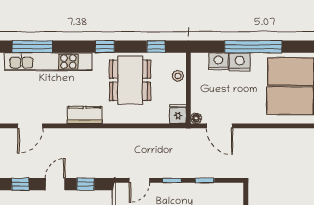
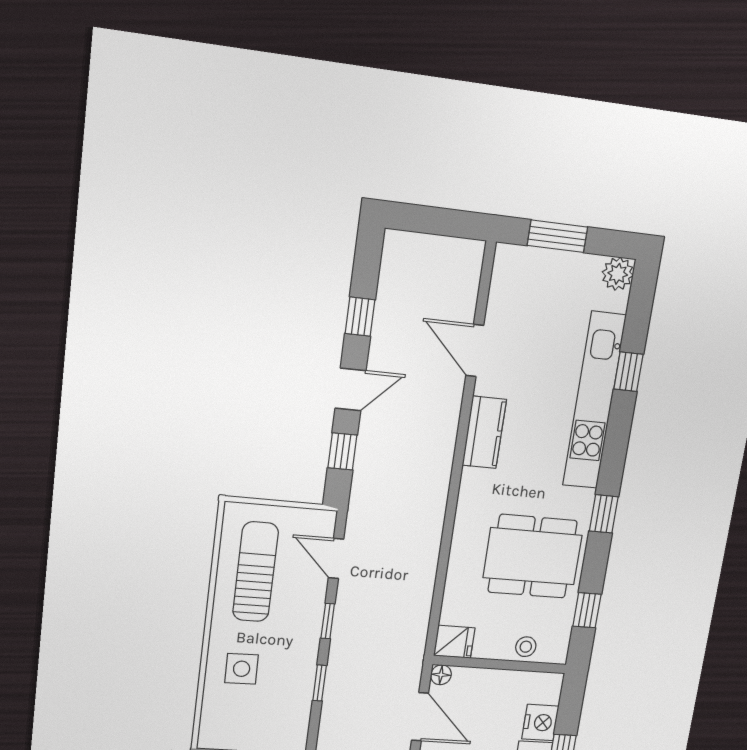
window: (32, 47) -> (628, 372), width x0.46
kitchen counter: (85, 115) -> (484, 432), moved
door: (219, 126) -> (420, 717), swing flipped
door: (55, 184) -> (351, 389), hinge flipped

